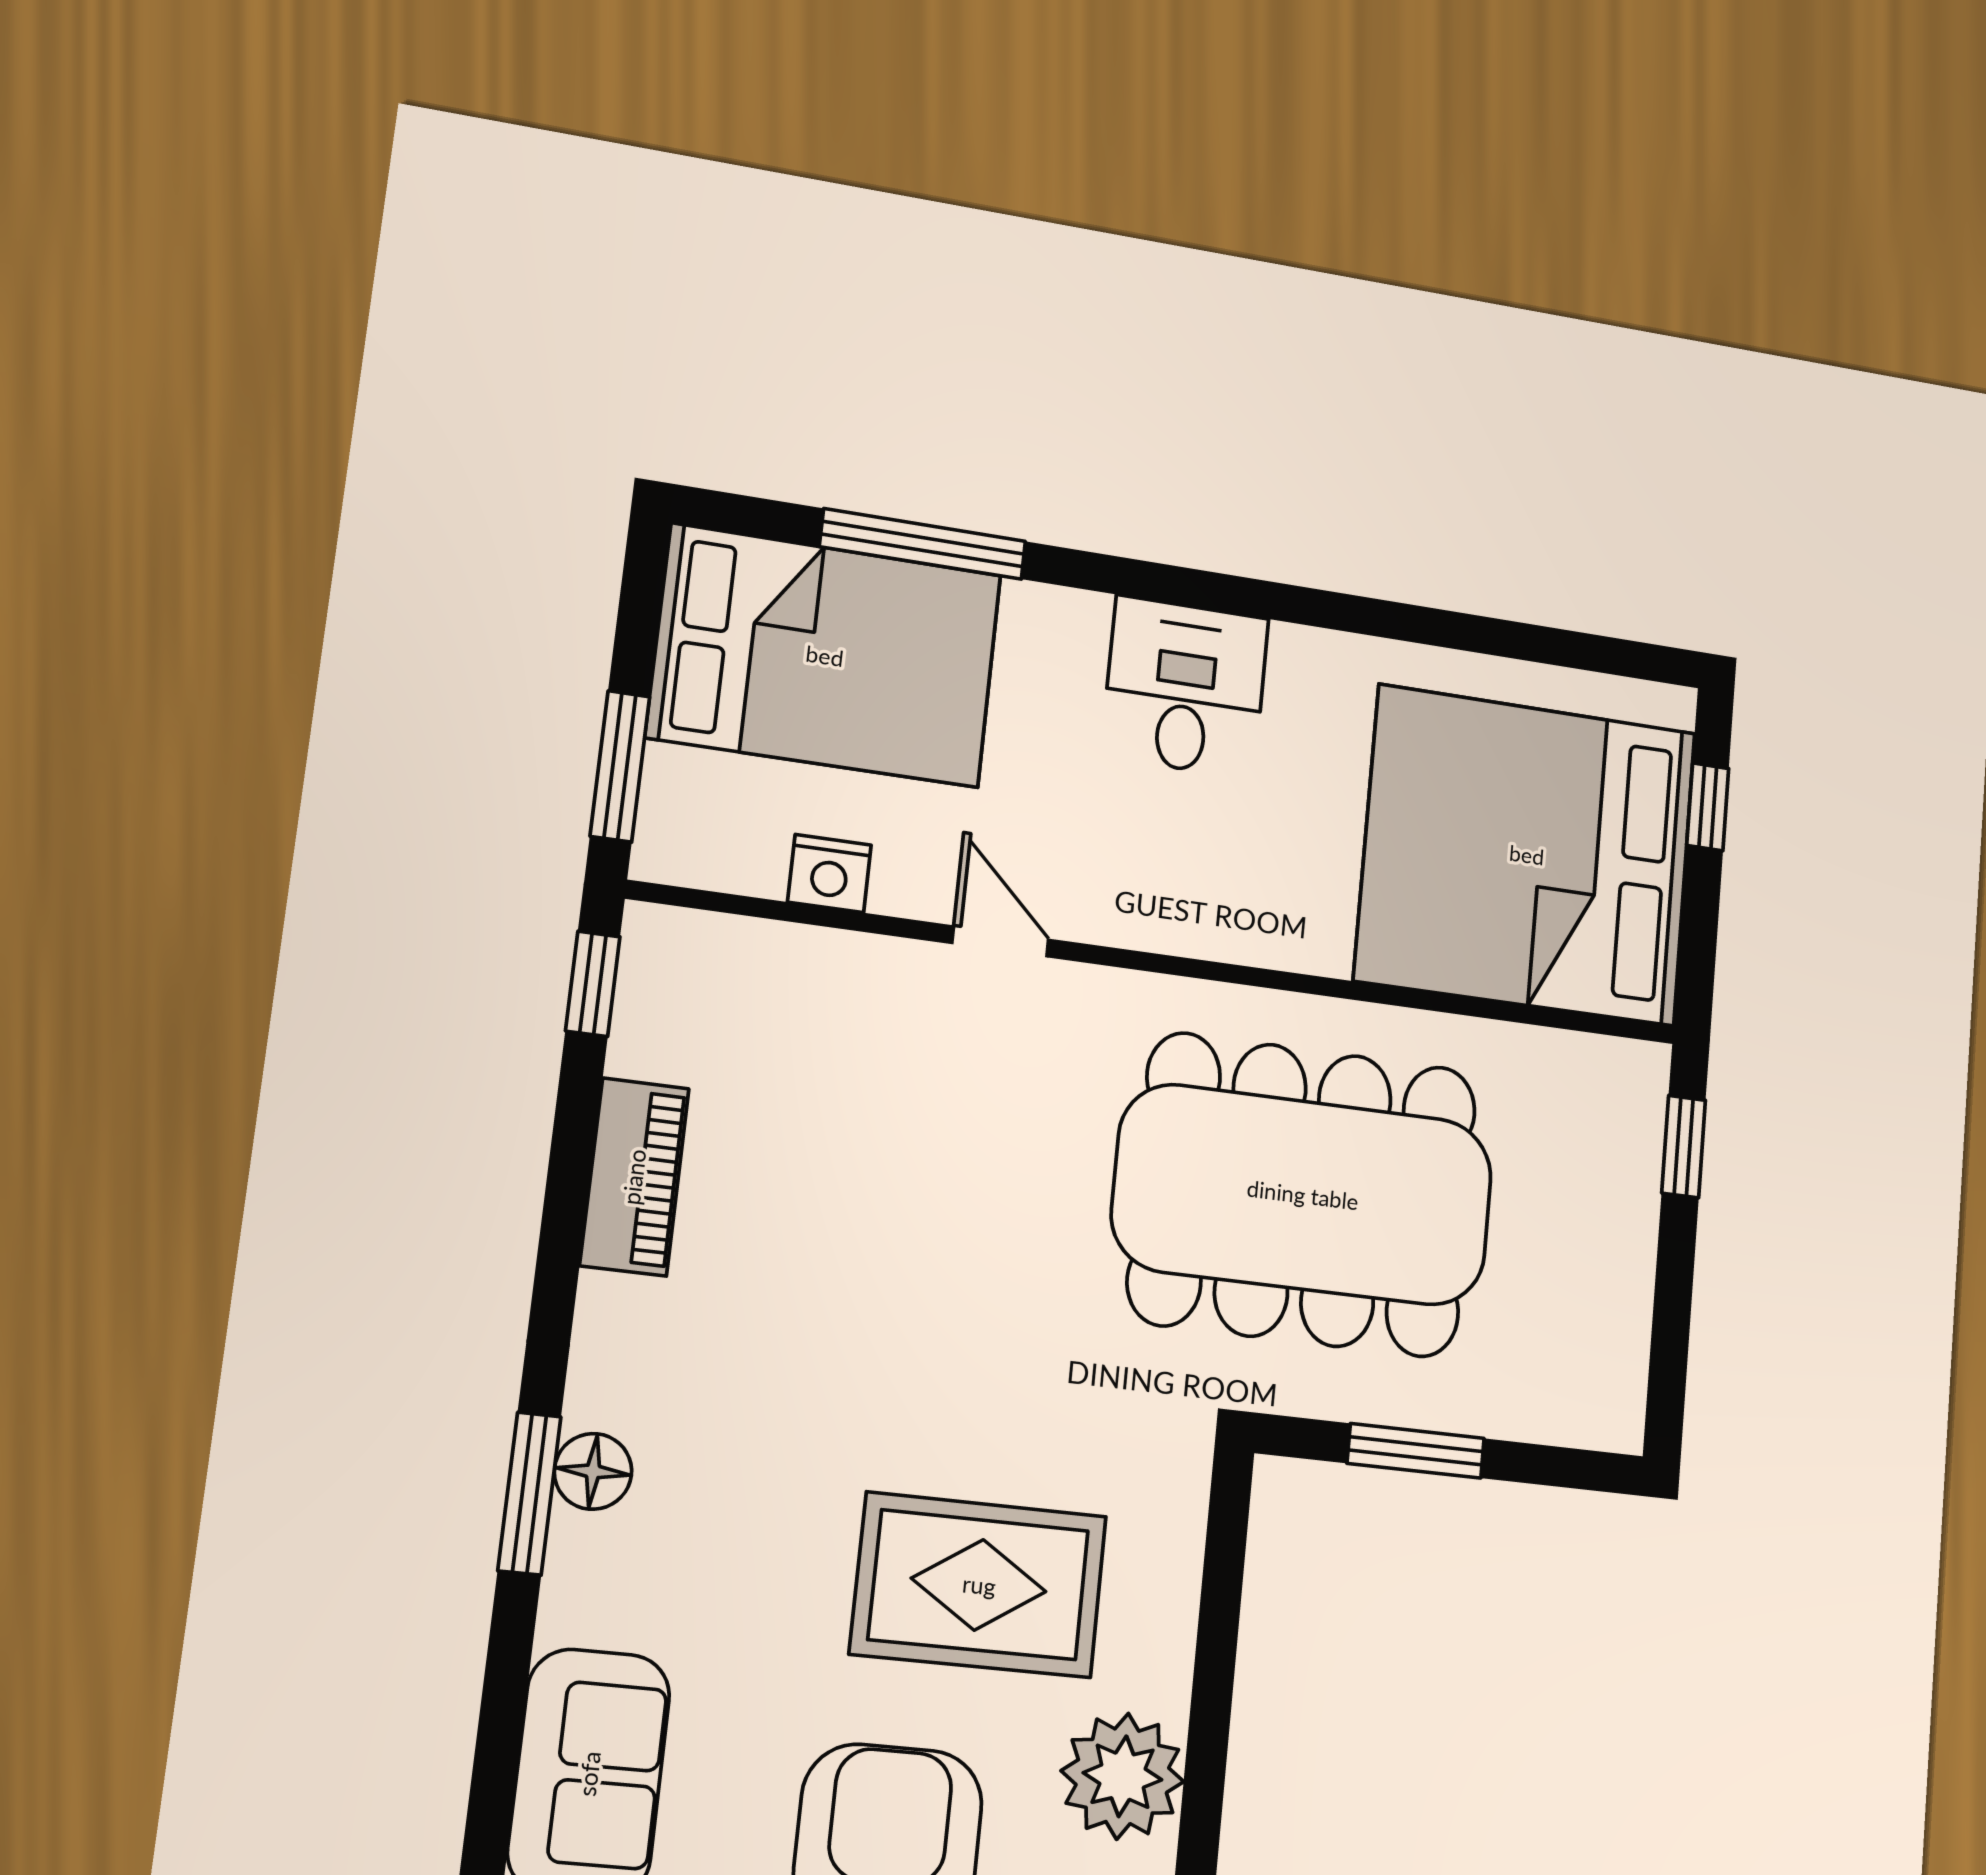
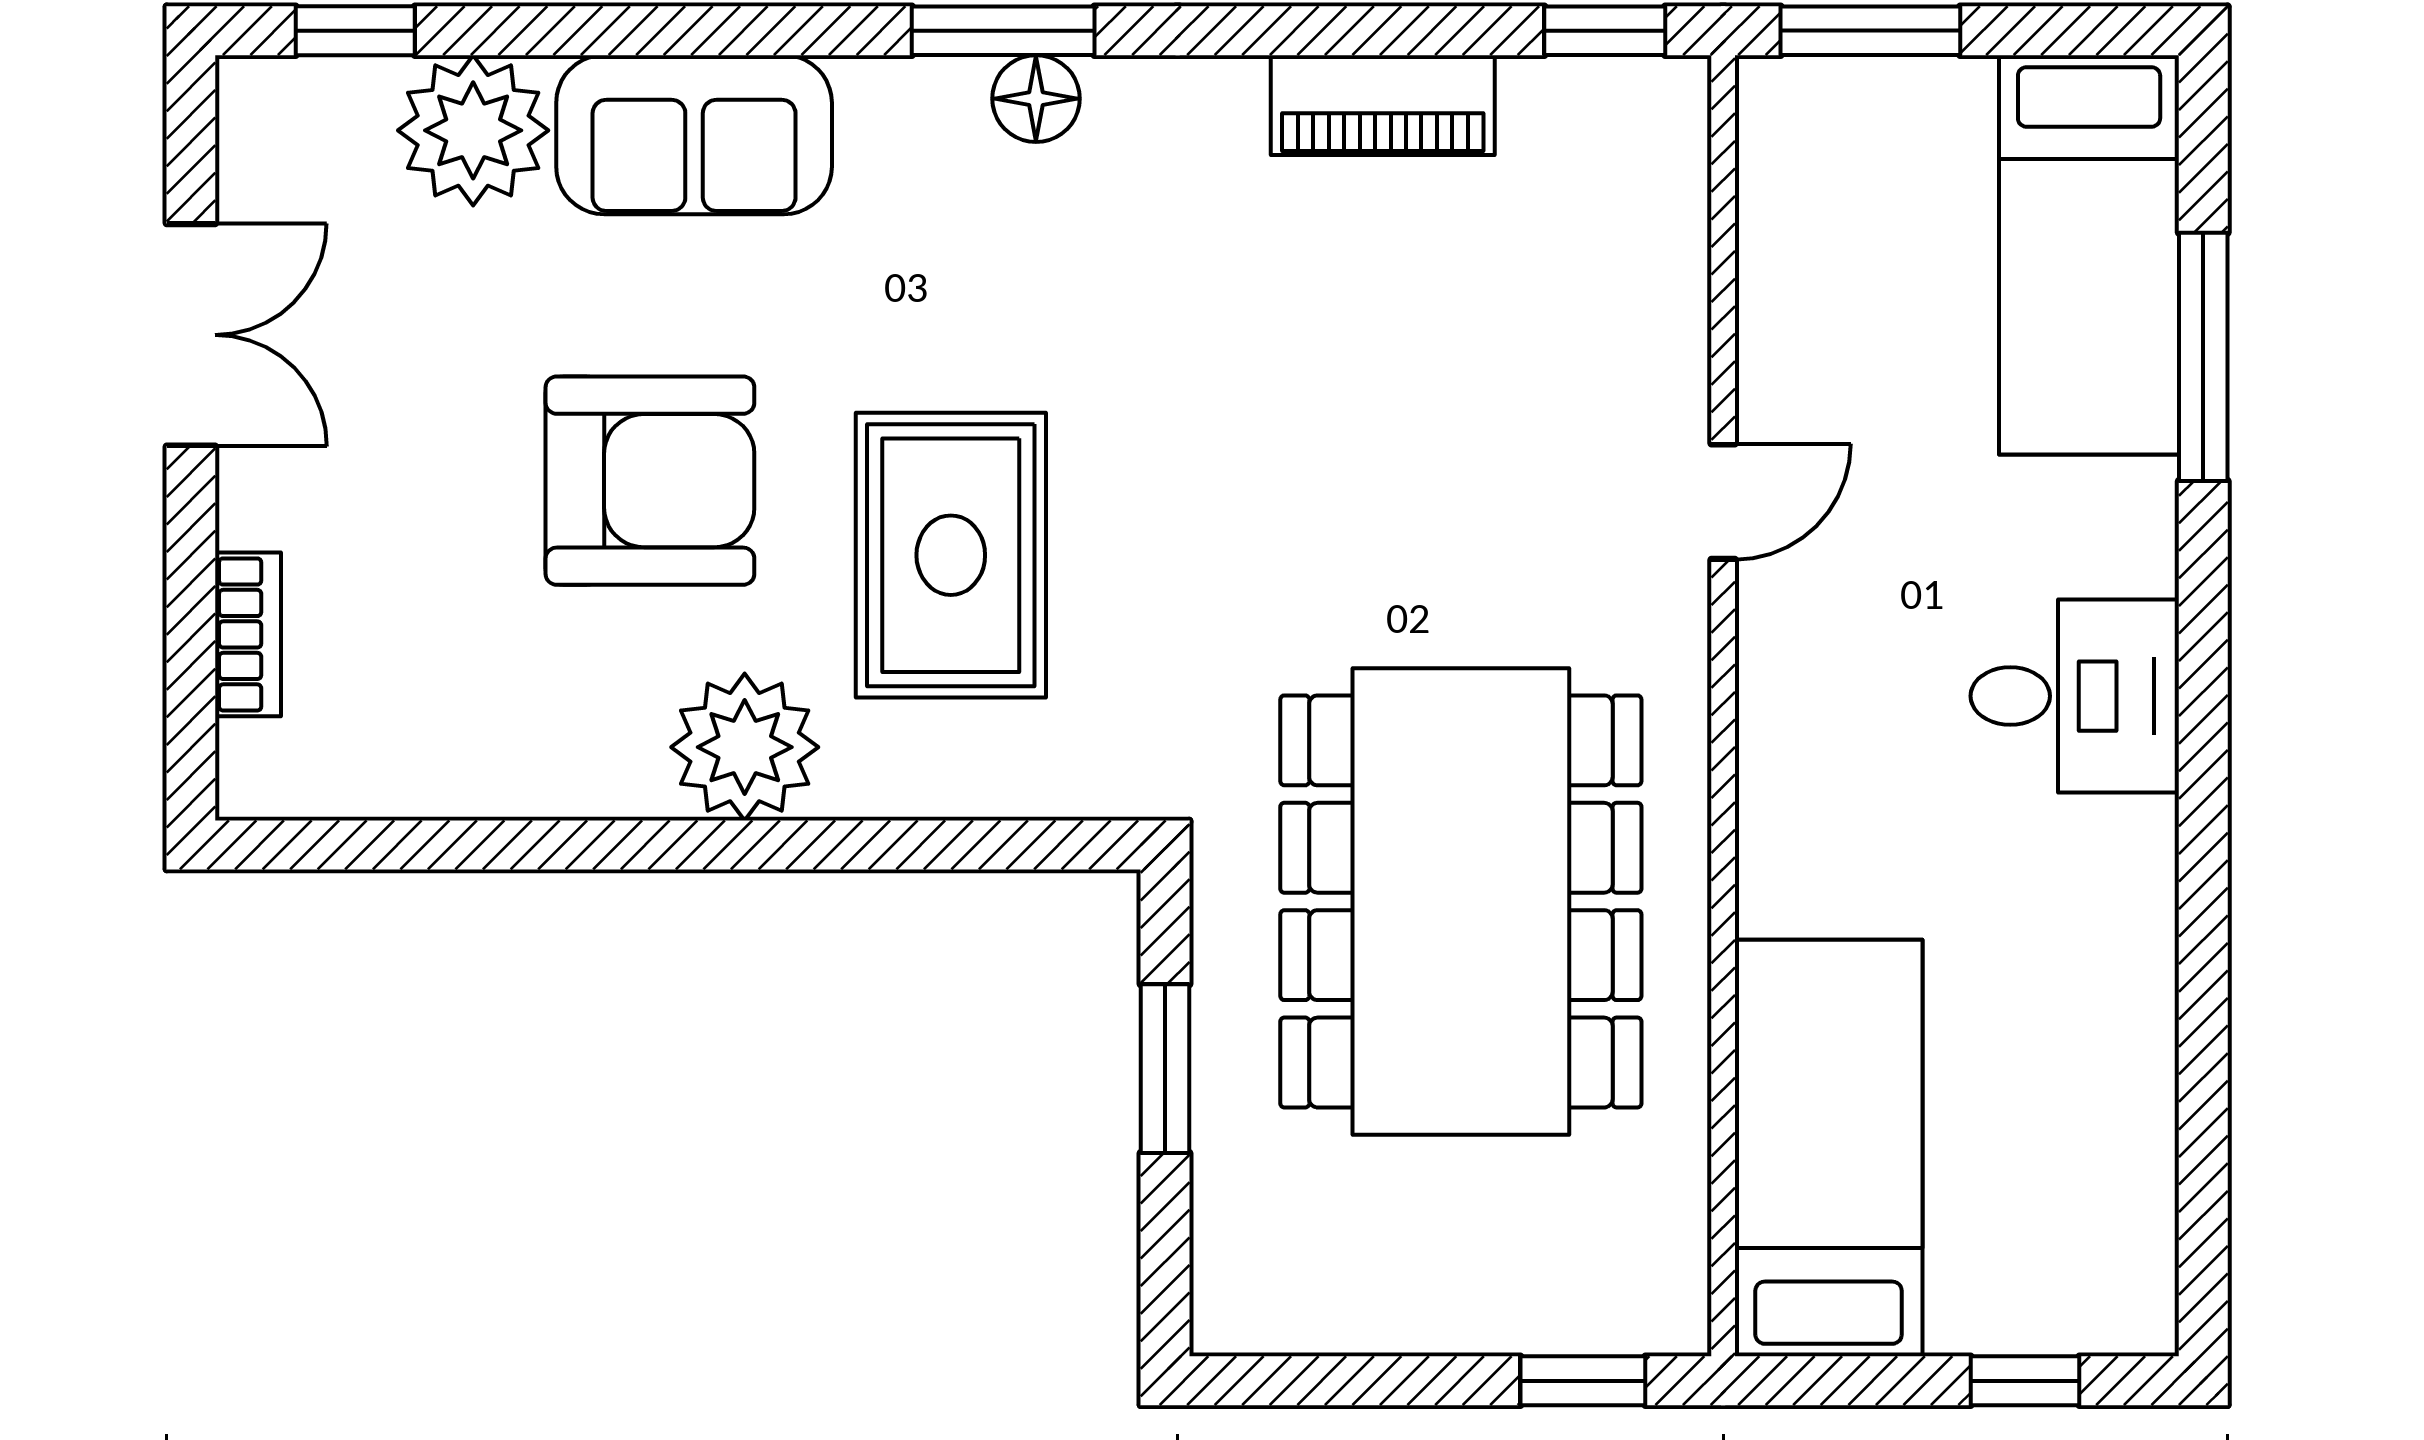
bed: (825, 656) -> (2089, 255), width x0.67
bed: (1527, 855) -> (1829, 1148), width x0.49
nightstand: (829, 874) -> (1777, 290), removed

